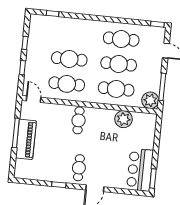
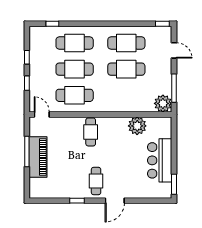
cafe table: (116, 89) -> (75, 43), moved
bar counter: (140, 170) -> (160, 160), moved

